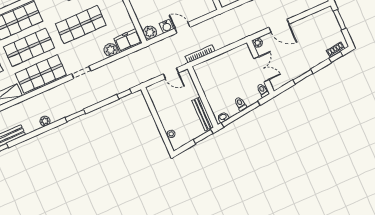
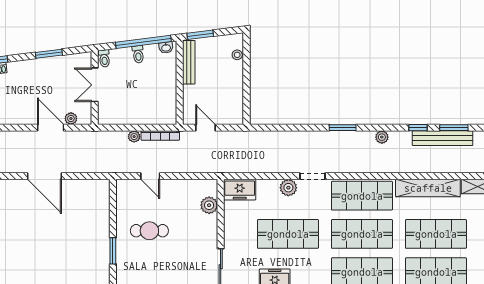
water cooler: (166, 26) -> (186, 186), removed
door: (182, 28) -> (150, 176), moved
plant: (150, 32) -> (209, 205), moved
plant: (258, 43) -> (71, 119), moved
plant: (218, 45) -> (134, 137), added
plant: (111, 50) -> (288, 188), moved
window: (124, 94) -> (418, 128), moved

